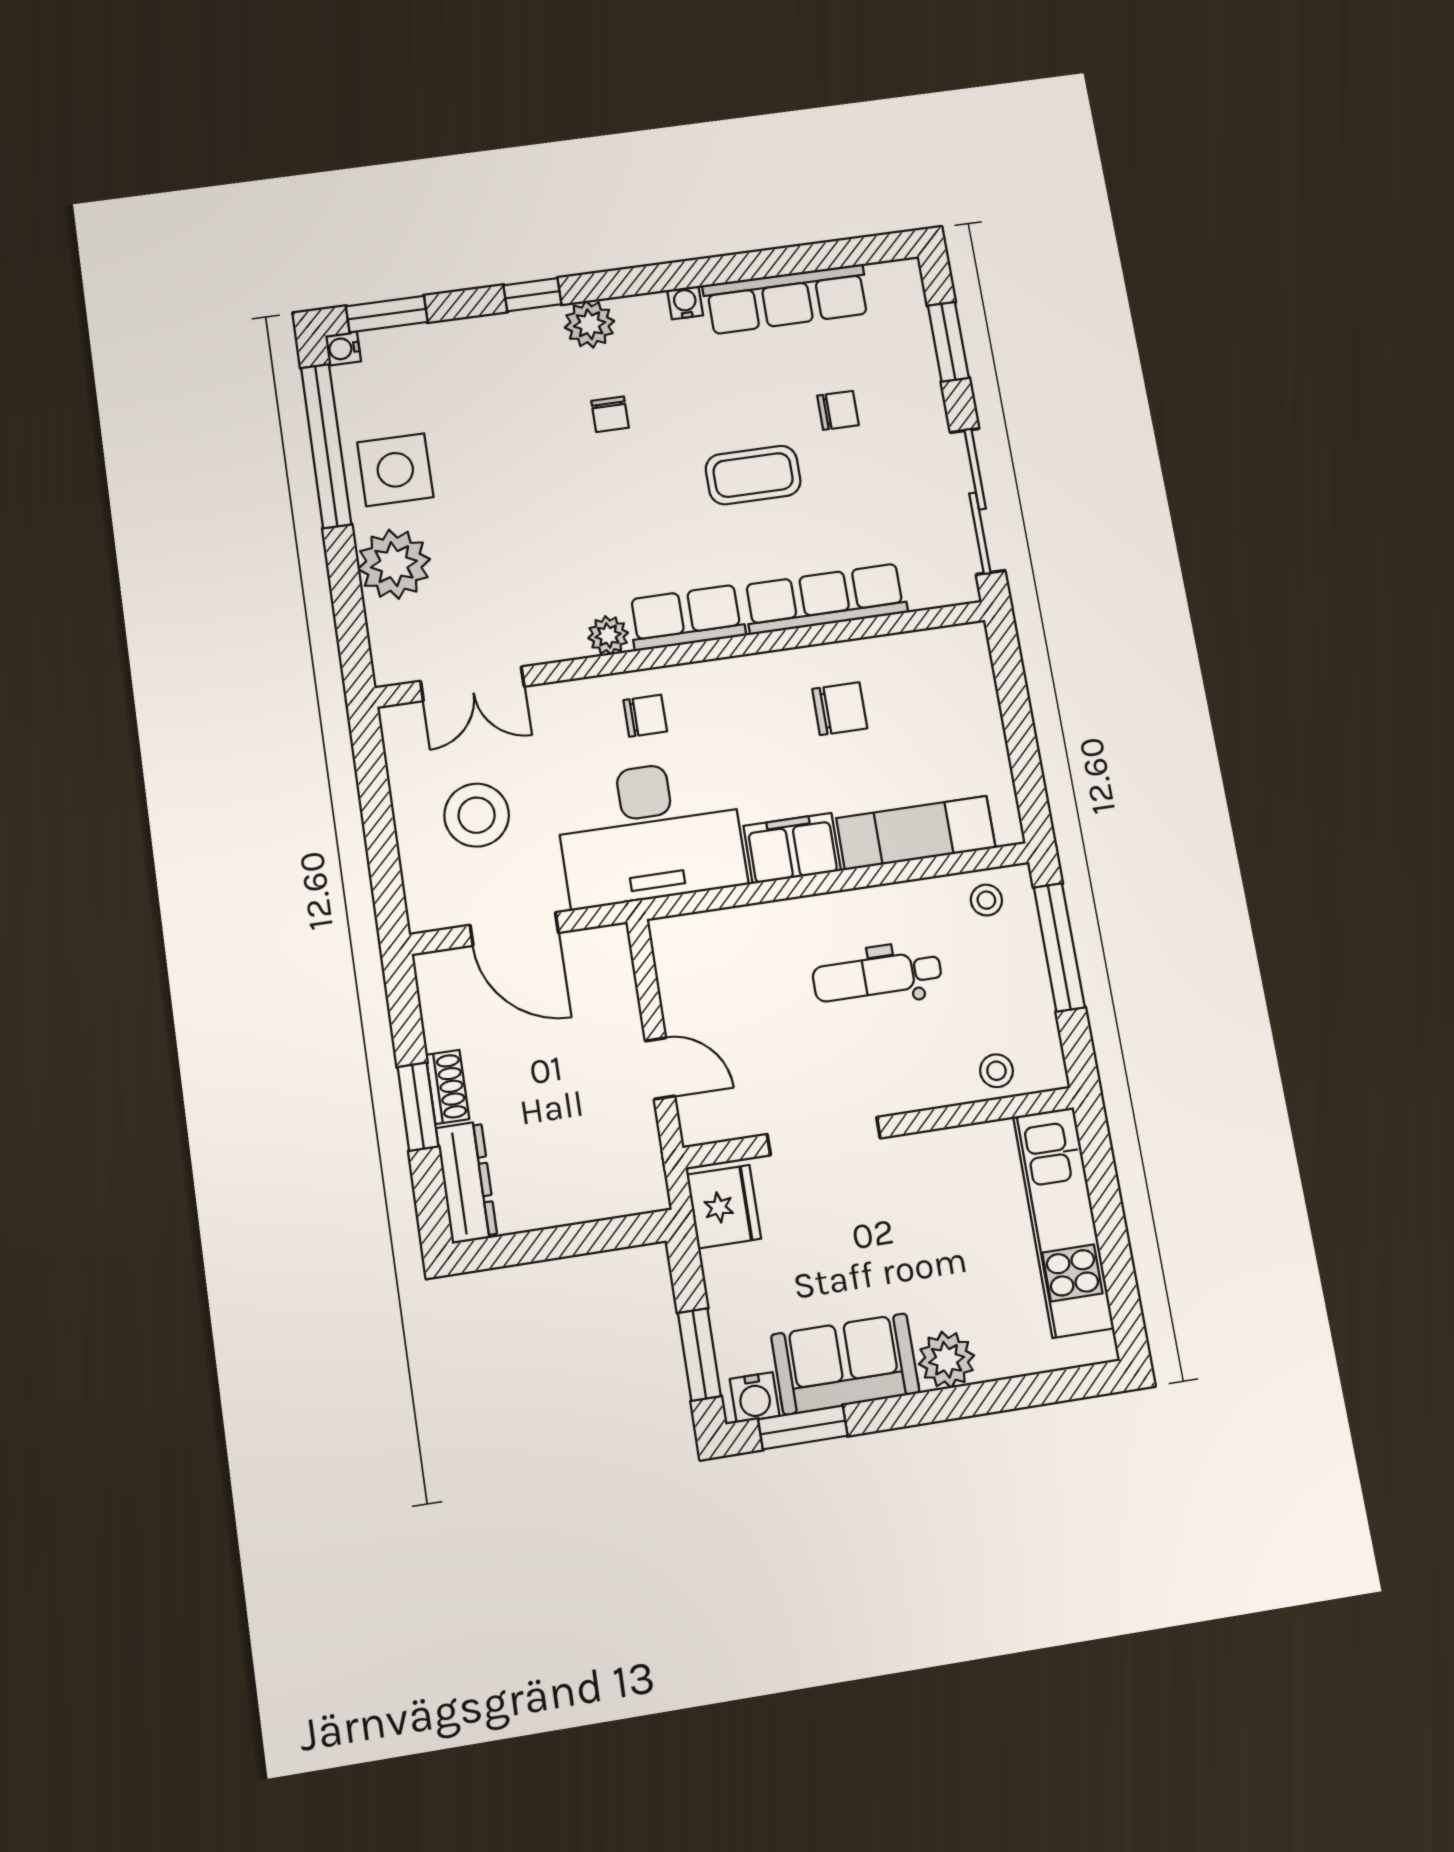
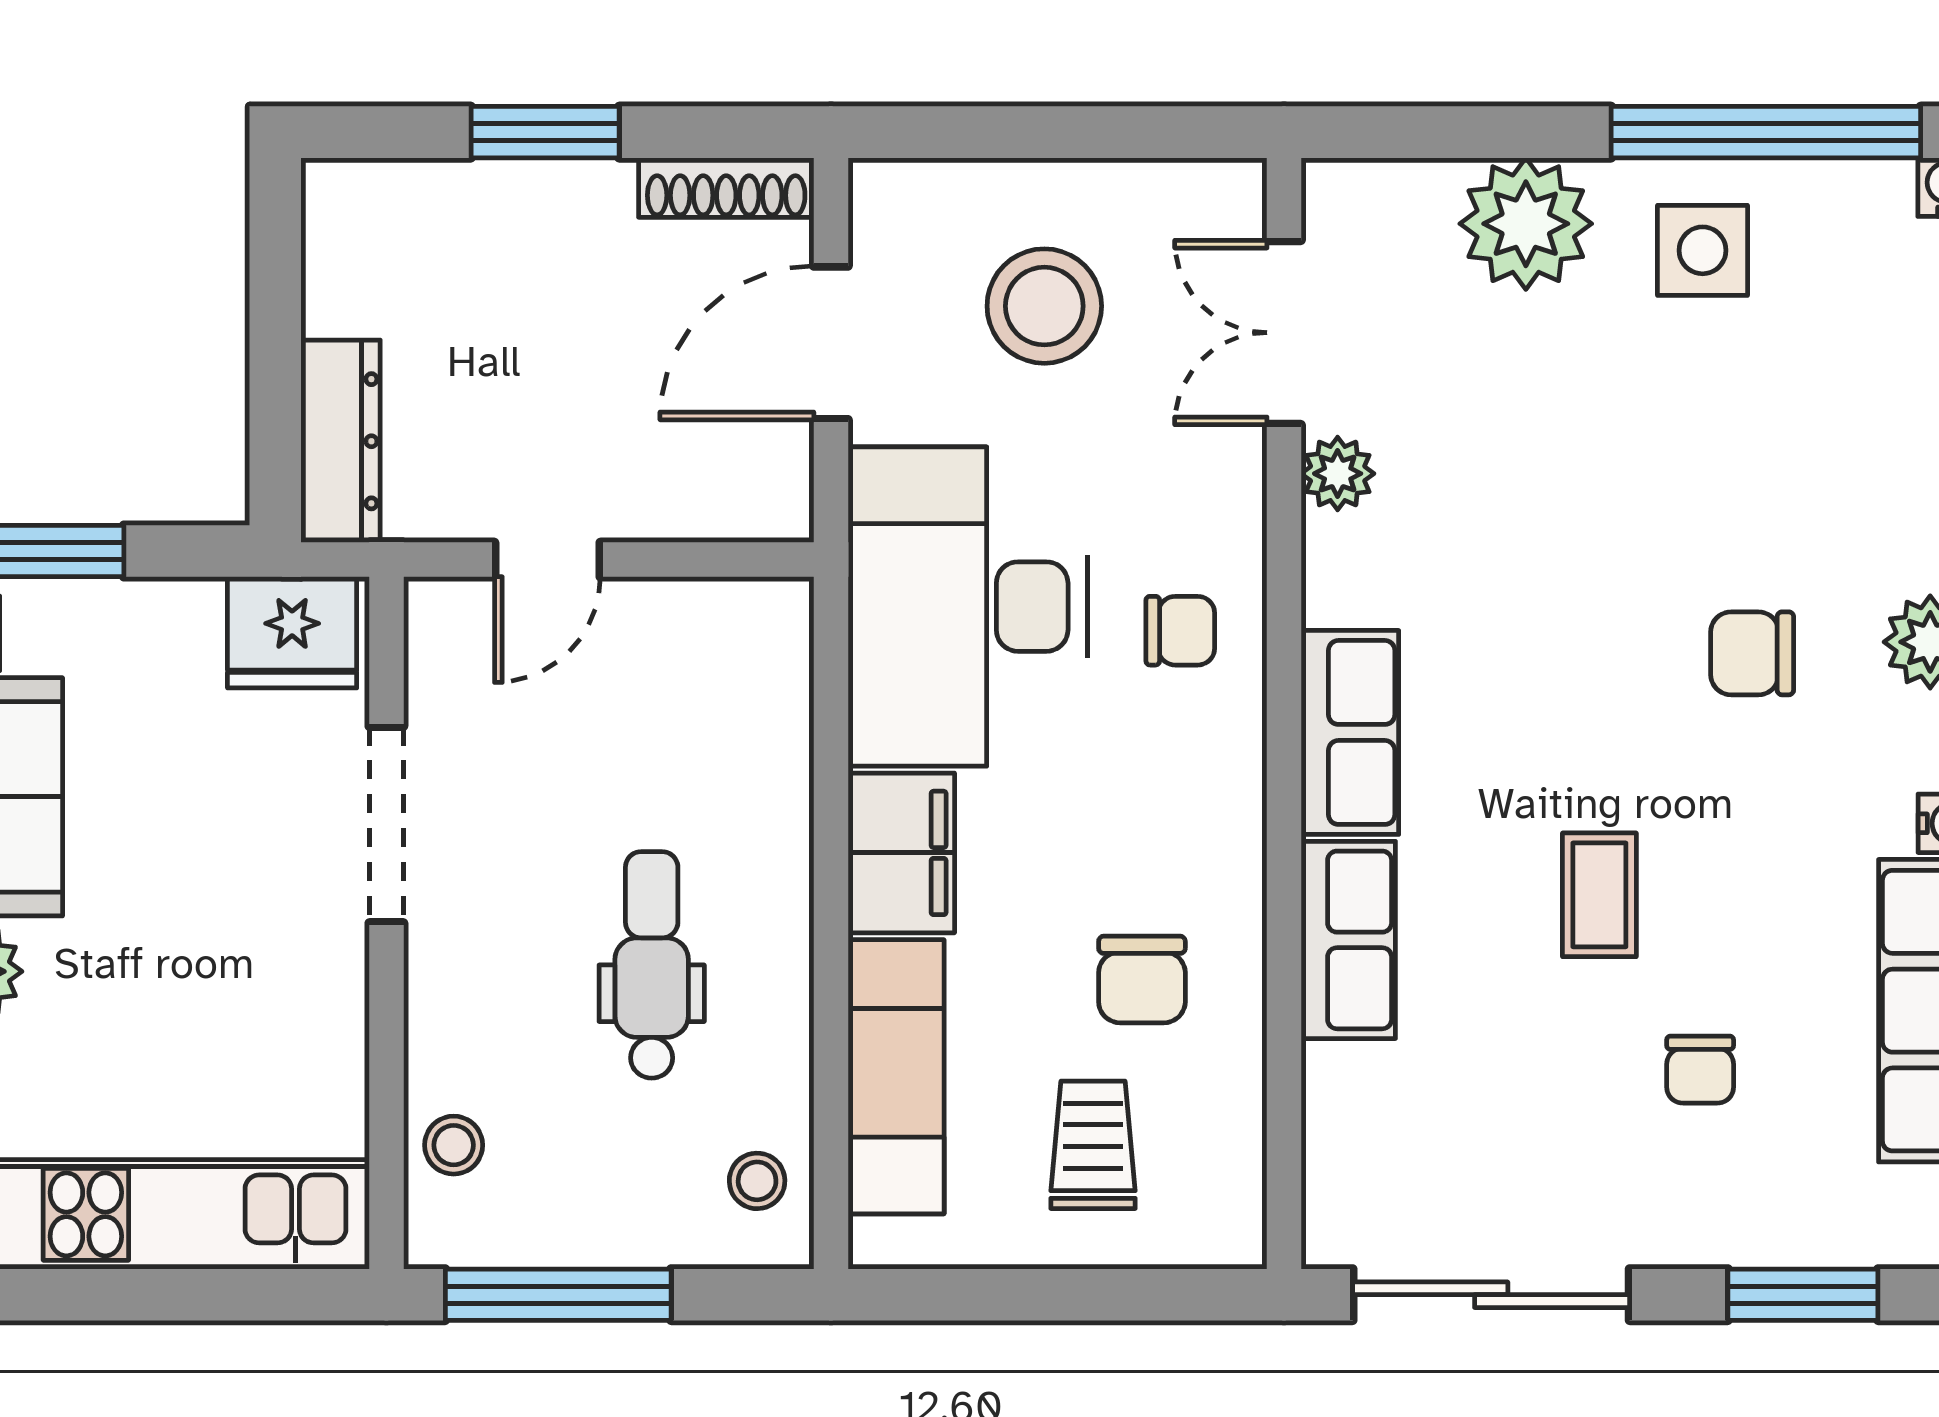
chair: (610, 414) -> (1752, 653), width x1.37, depth x1.37
side table: (395, 470) -> (1703, 250), width x0.73, depth x0.73
coffee table: (753, 475) -> (1599, 895), width x0.73, depth x0.77
row of seats: (825, 599) -> (1348, 940), width x0.68
plant: (608, 635) -> (1338, 474), moved
chair: (645, 716) -> (1180, 631), turned -90
trolley: (934, 722) -> (1093, 1145), added
window: (1059, 947) -> (558, 1295), moved
shoe rack: (447, 1087) -> (726, 188), moved, width x1.43
dresser: (467, 1182) -> (341, 441), moved, turned -90

